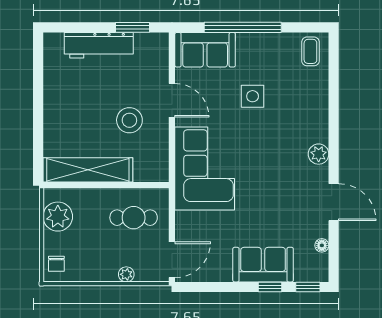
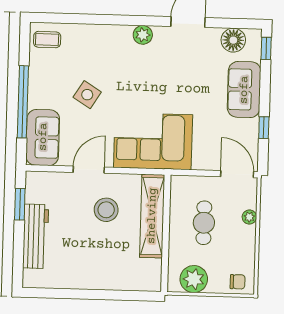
side table: (253, 96) -> (87, 95), turned 32
shelving: (88, 170) -> (152, 216), moved
cafe table: (134, 218) -> (204, 223), moved
floor lamp: (322, 245) -> (233, 40), width x1.89, depth x1.89
window: (270, 287) -> (264, 128), moved

